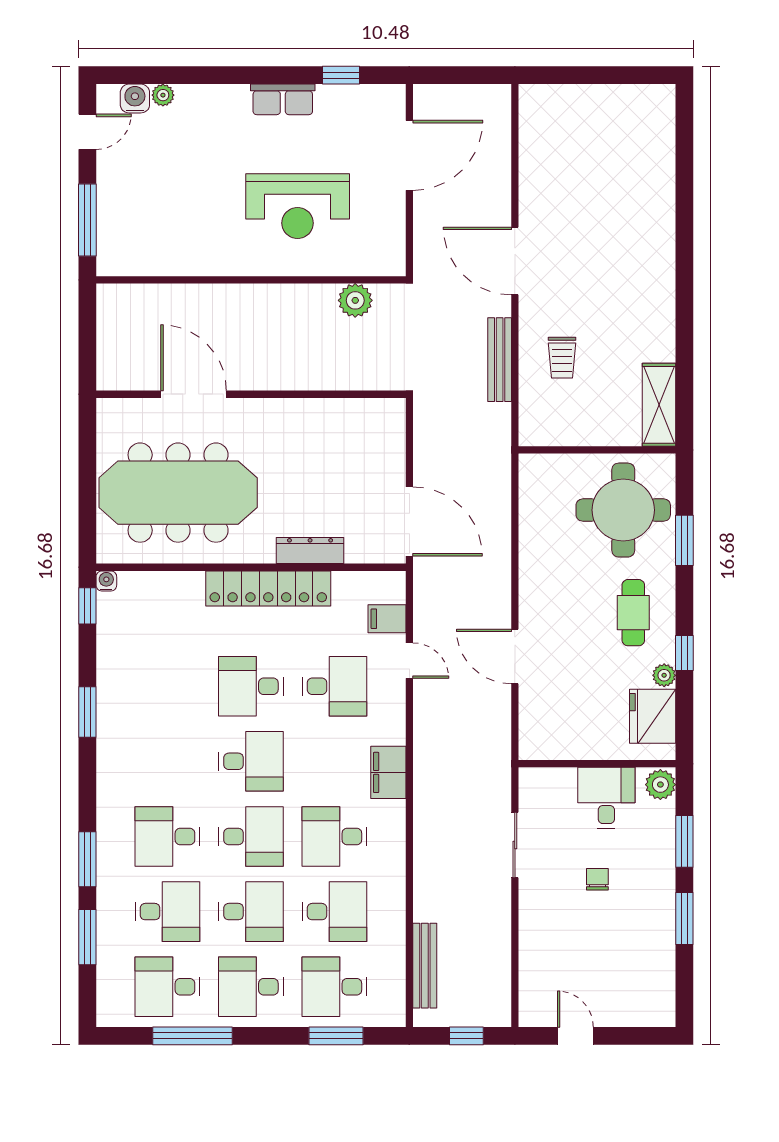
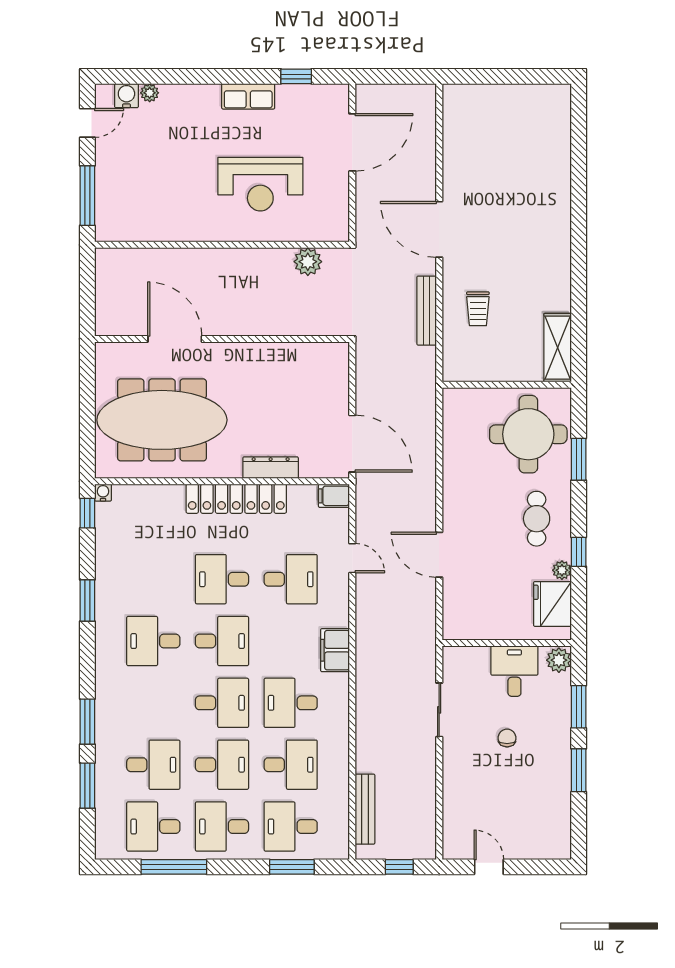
filing cabinet: (387, 619) -> (334, 496), moved
desk: (167, 836) -> (153, 641), moved

